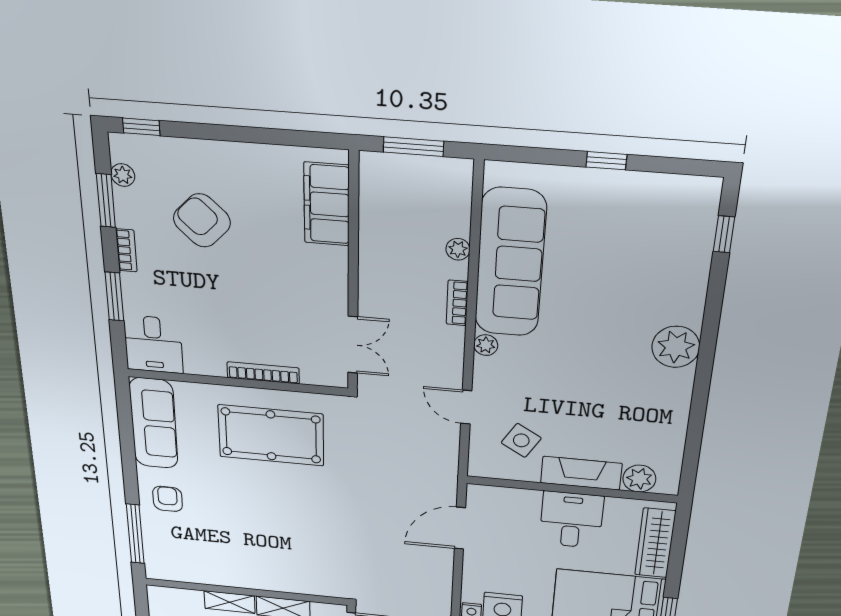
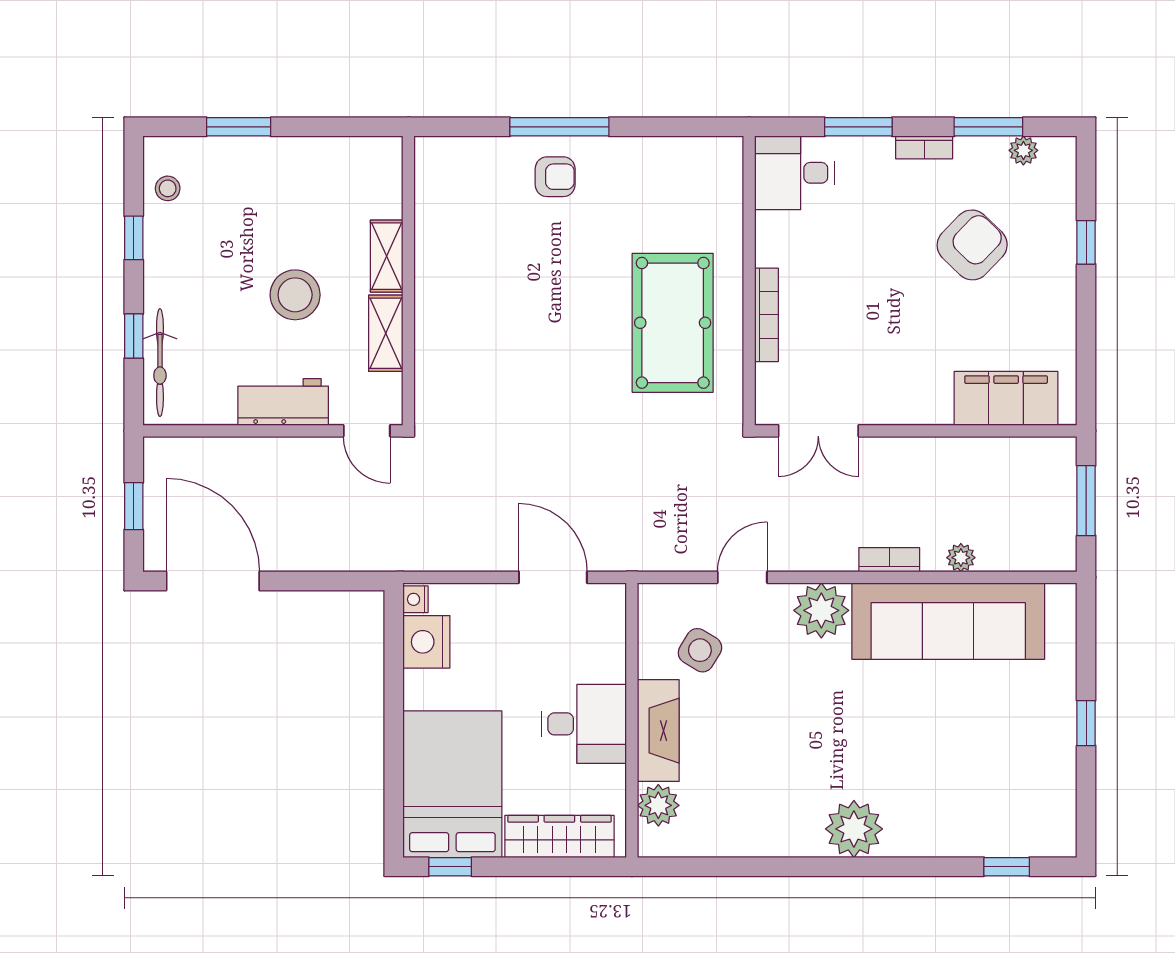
window: (141, 127) -> (1086, 242), moved
plant: (486, 345) -> (821, 610), width x1.87, depth x1.87
sofa: (154, 423) -> (675, 165), removed
window: (135, 534) -> (559, 127), moved

